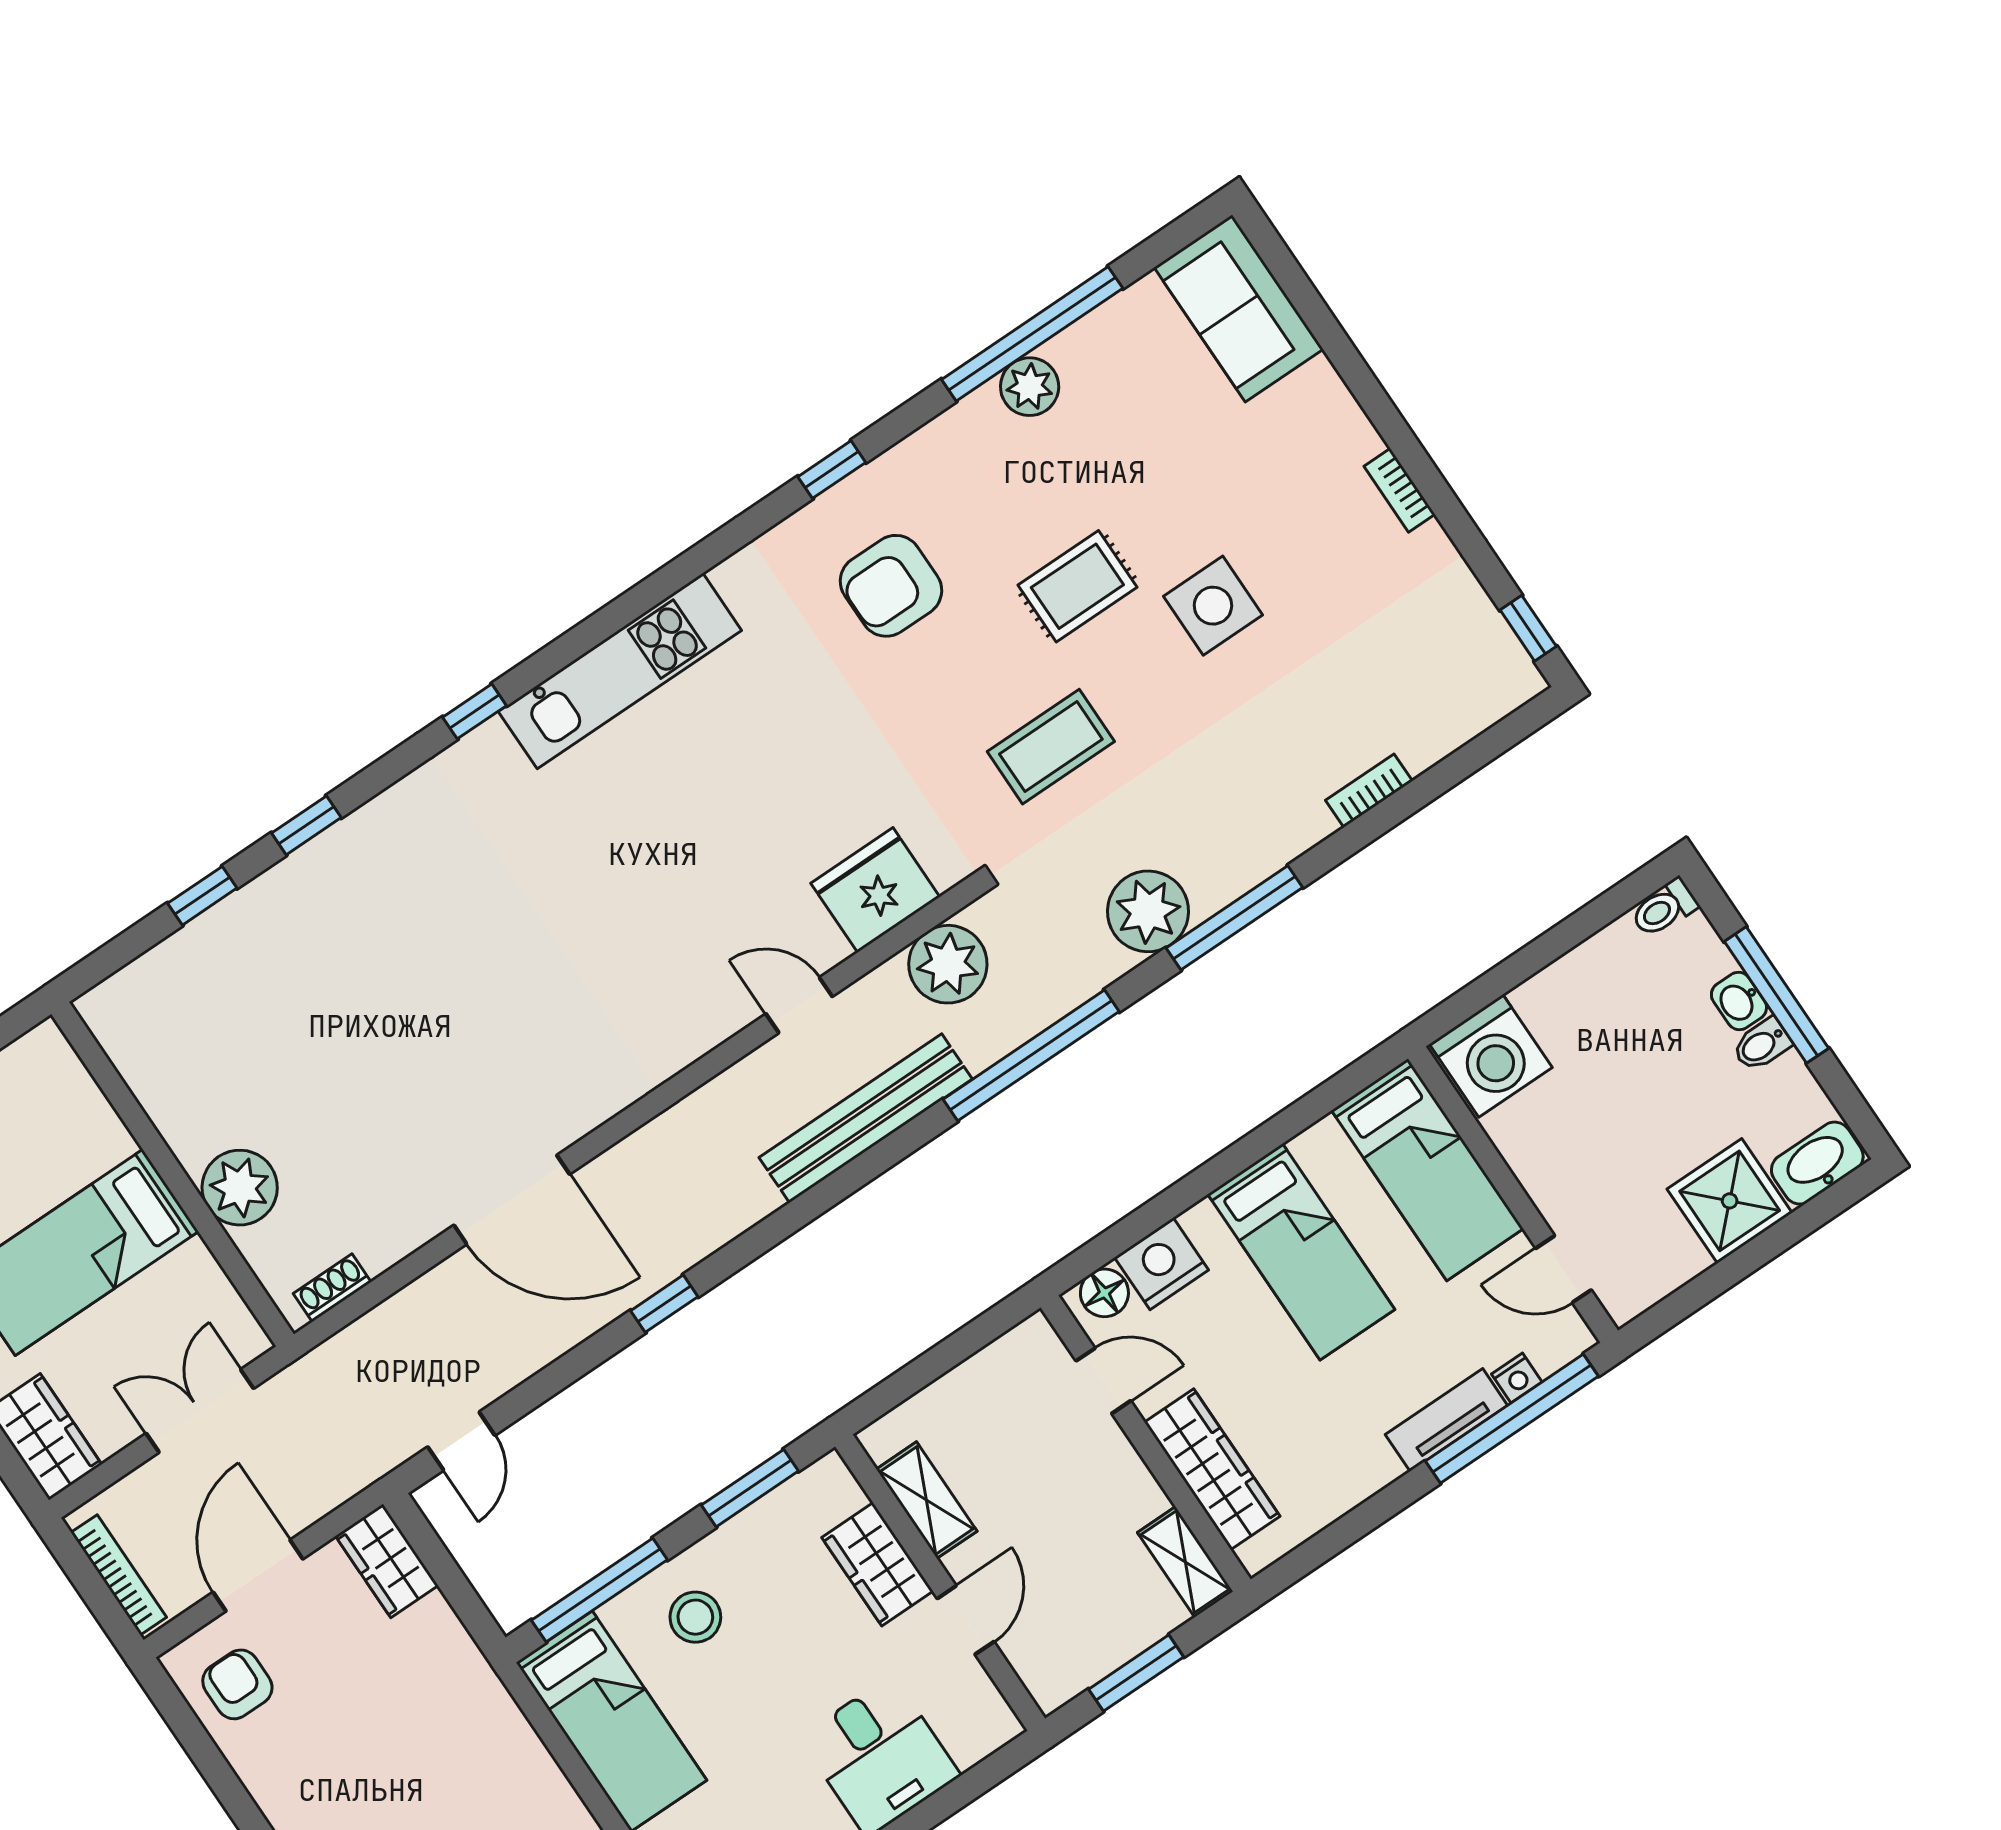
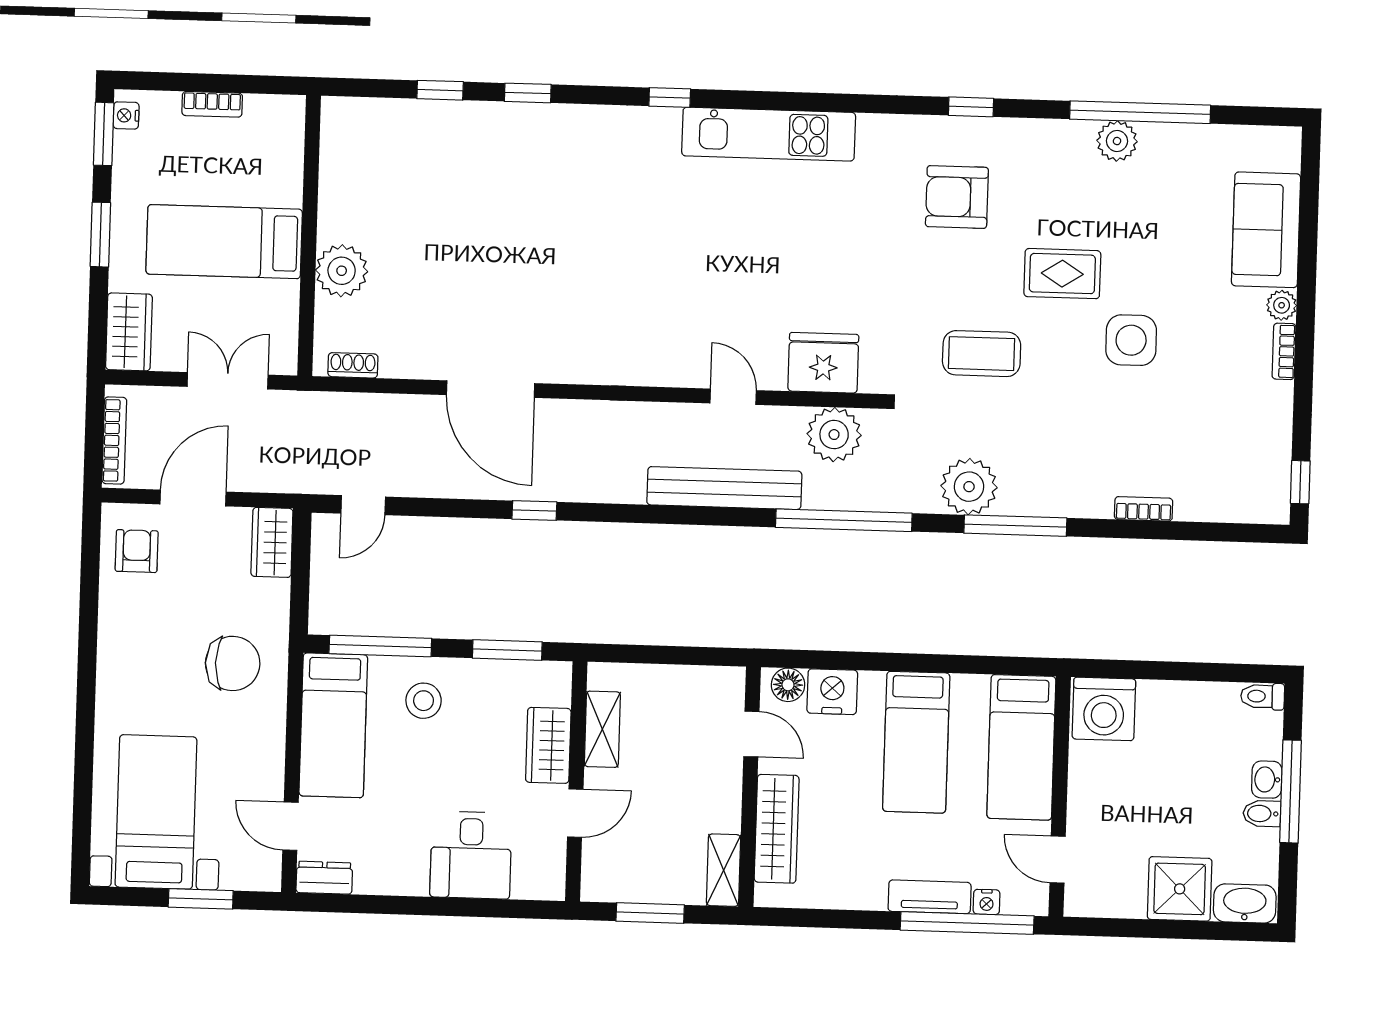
sofa: (1239, 308) -> (1266, 230), moved
plant: (1358, 439) -> (1282, 305), added
chair: (443, 1734) -> (233, 663), added

